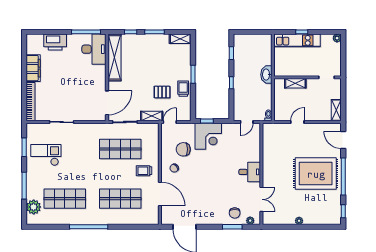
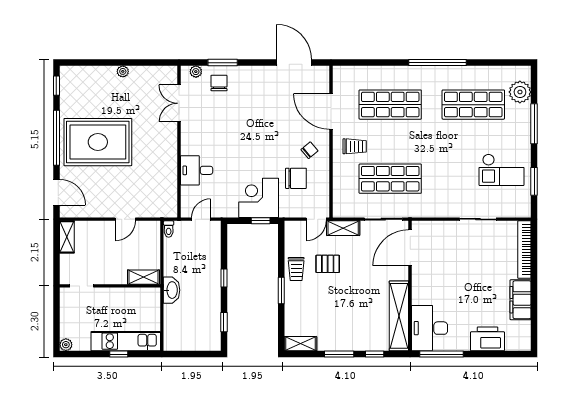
shelving: (295, 83) -> (143, 277), moved
desk: (250, 172) -> (197, 170), moved

